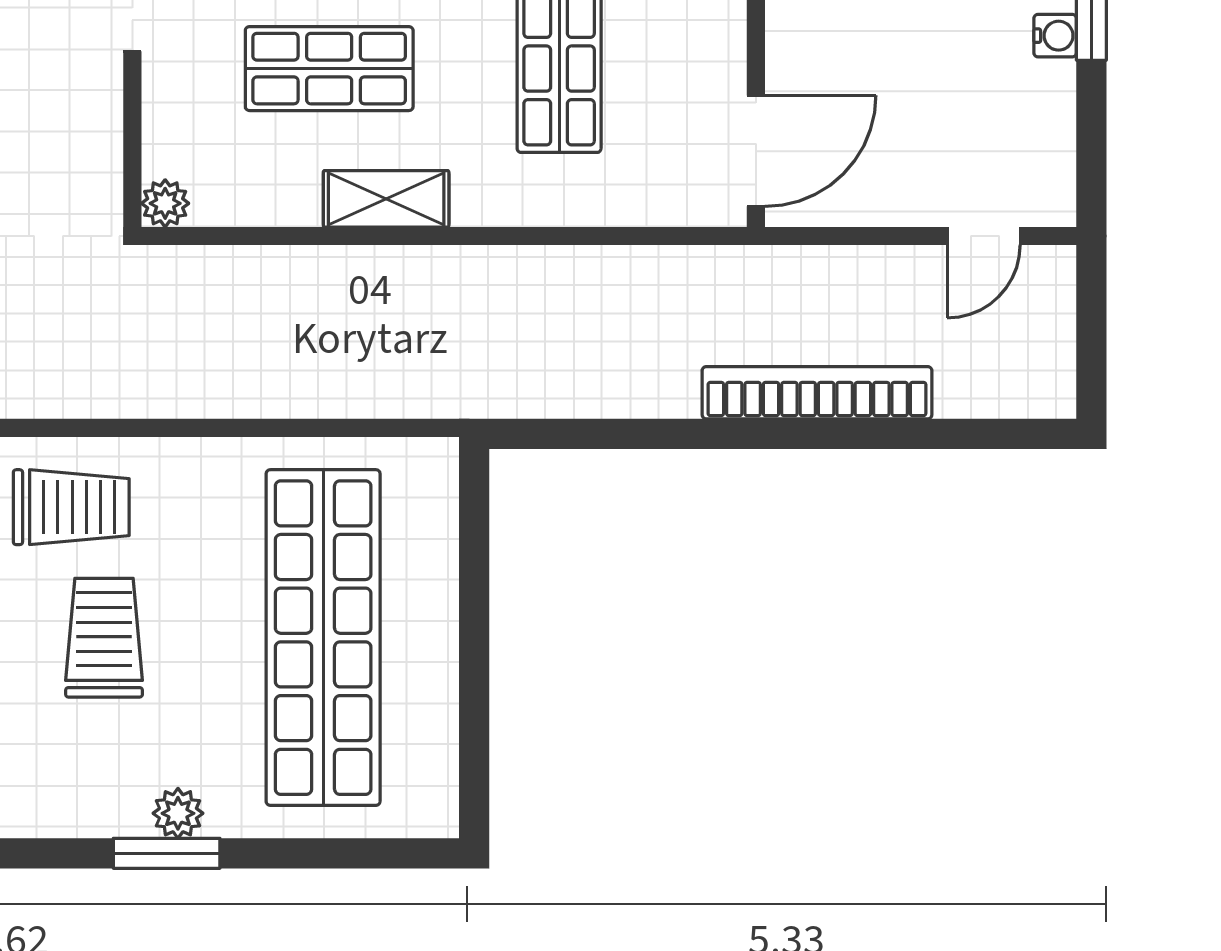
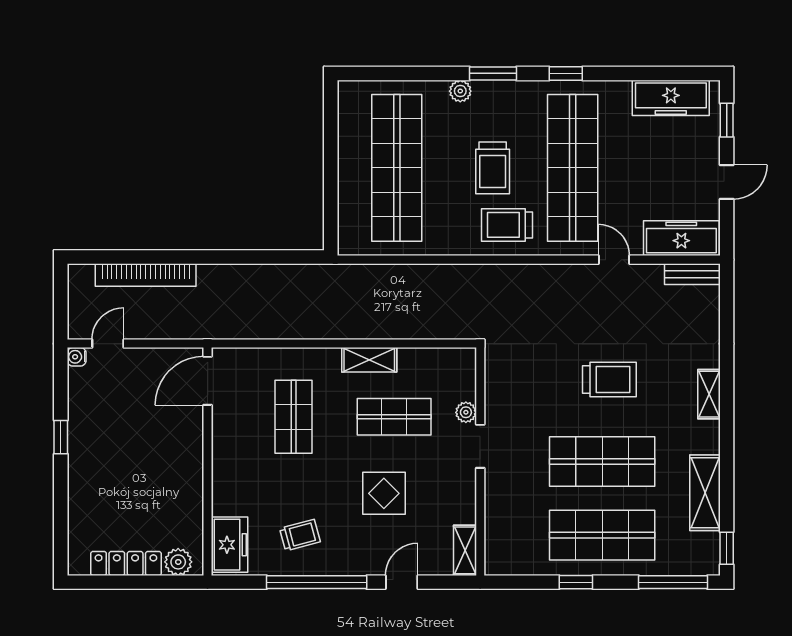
water cooler: (1055, 36) -> (77, 357), moved
plant: (165, 203) -> (466, 412), moved
bookcase: (817, 393) -> (146, 275), moved
window: (167, 853) -> (493, 73), moved

